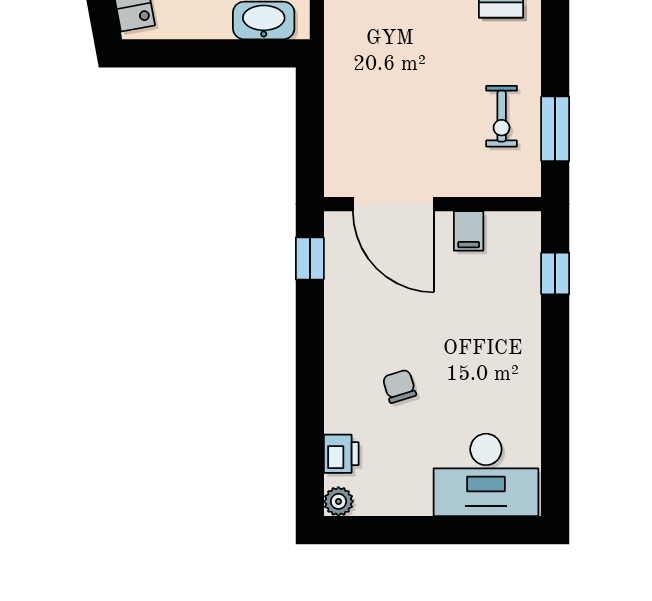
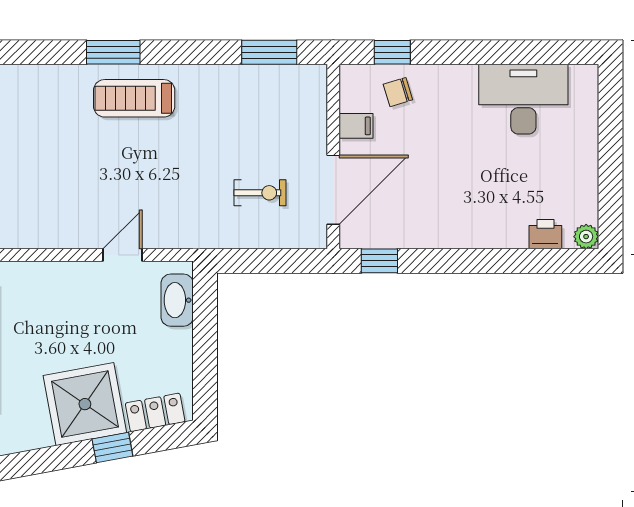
exercise bike: (502, 116) -> (260, 193), moved
chair: (399, 386) -> (398, 92), moved
desk: (486, 475) -> (523, 99), moved, turned -90

